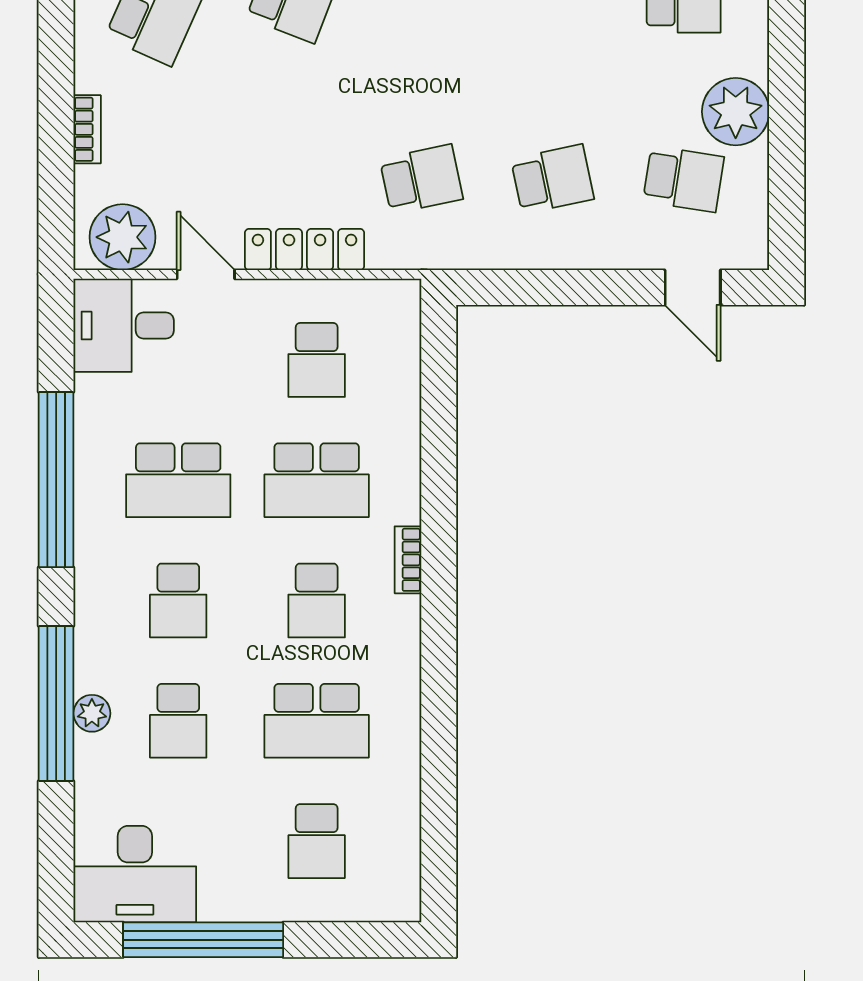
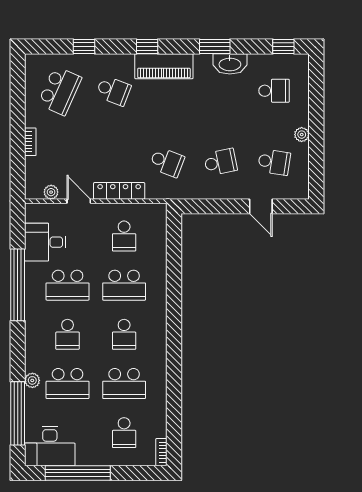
plant: (736, 112) -> (302, 135), width x0.53, depth x0.53
school desk: (421, 179) -> (167, 162), turned 33
plant: (123, 237) -> (51, 192), width x0.53, depth x0.53
door: (693, 287) -> (261, 206), moved
desk: (124, 326) -> (45, 242), moved
bookcase: (408, 560) -> (161, 452), moved
window: (56, 704) -> (18, 413), moved
school desk: (178, 721) -> (68, 383), width x1.85

